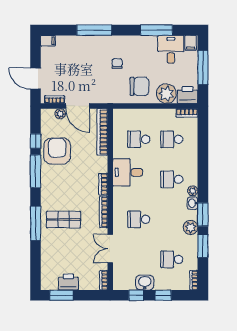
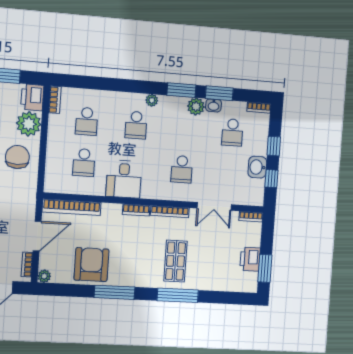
plant: (60, 114) -> (44, 276), moved
window: (36, 141) -> (77, 291), removed
armchair: (57, 151) -> (91, 265), turned 90
washbasin: (193, 203) -> (214, 105), moved

